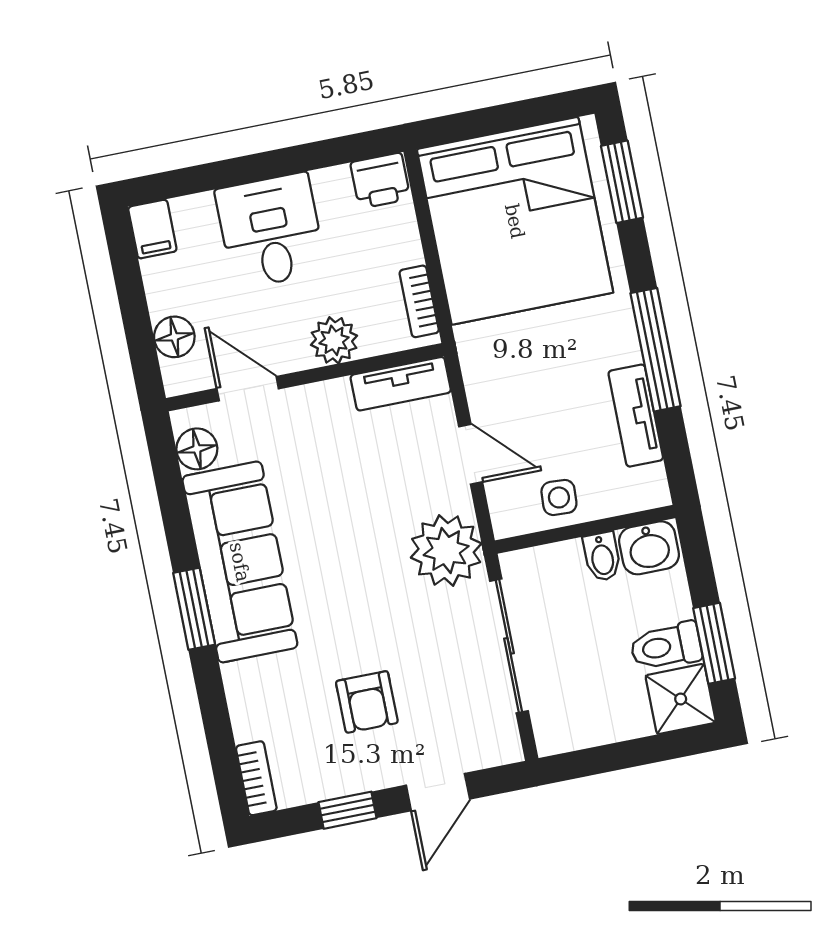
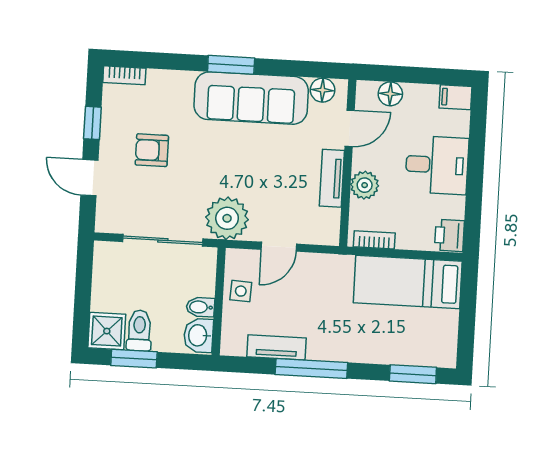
bed: (515, 221) -> (408, 282), width x0.49
tv unit: (401, 384) -> (332, 178), moved

